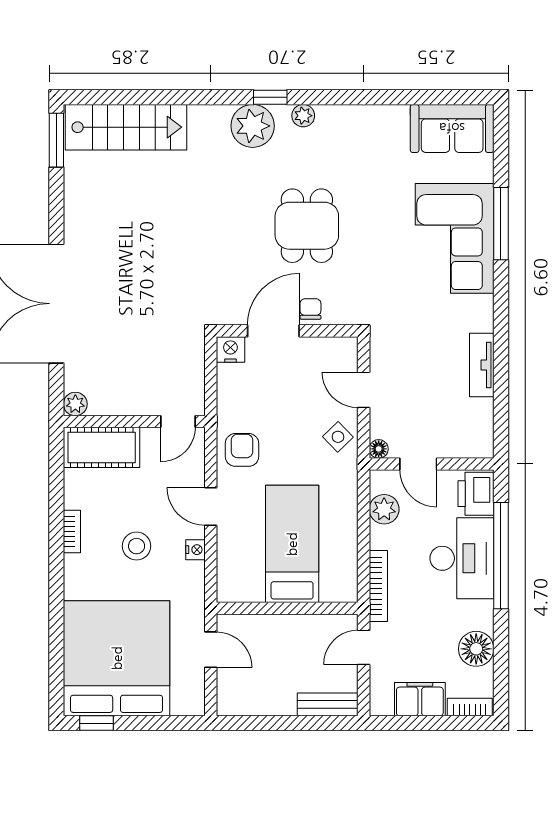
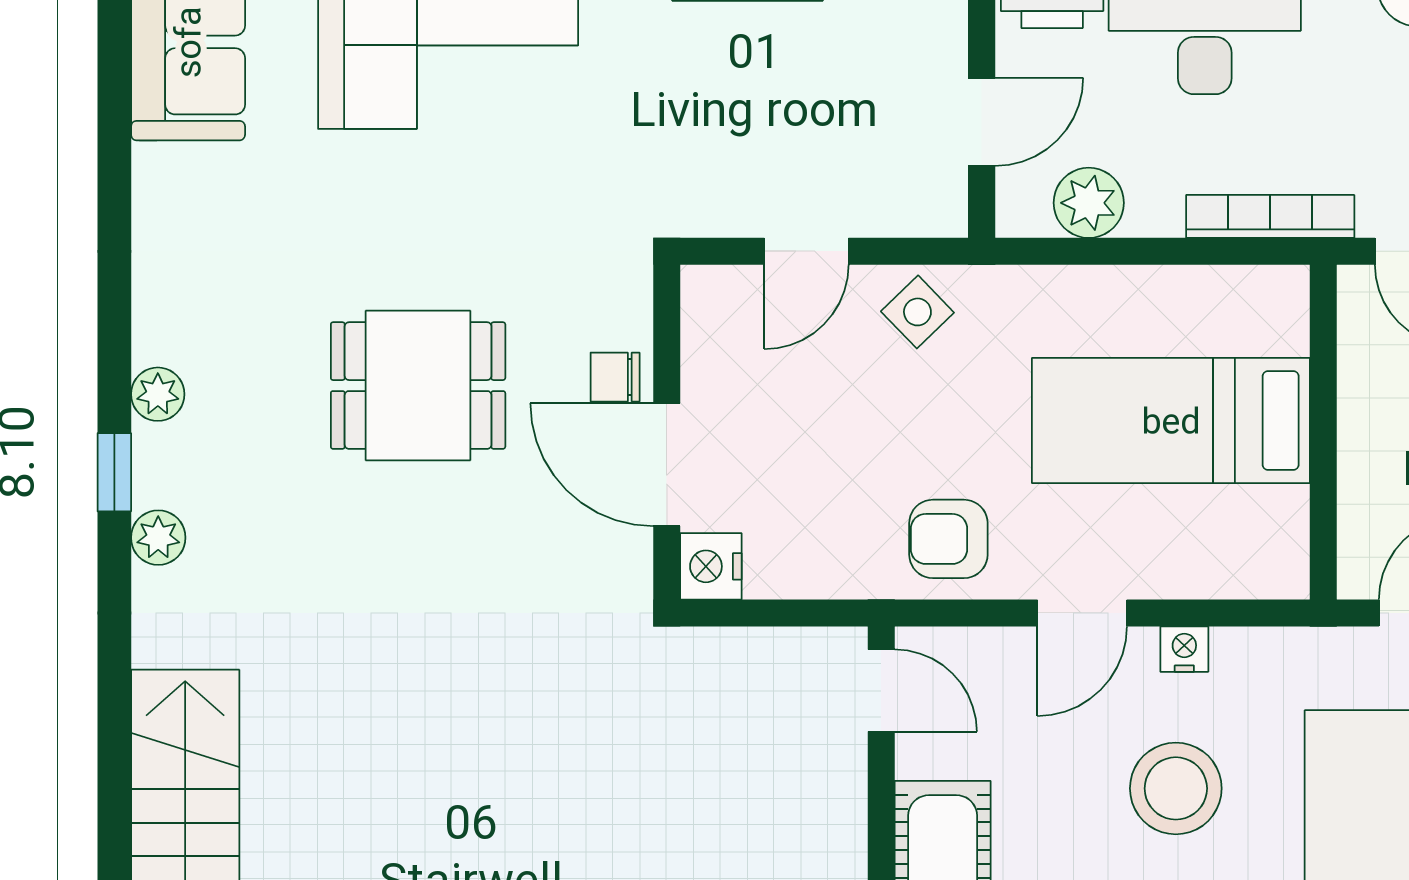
plant: (253, 126) -> (158, 538), width x0.53, depth x0.53
floor lamp: (379, 449) -> (946, 216), removed
stool: (137, 546) -> (1176, 788), width x1.38, depth x1.38

